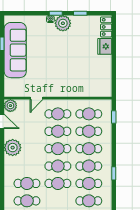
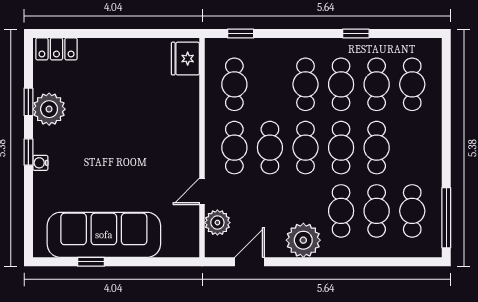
plant: (63, 23) -> (49, 109), moved
fridge: (105, 46) -> (185, 59), moved, turned 90
door: (37, 98) -> (202, 191), swing flipped
plant: (10, 106) -> (217, 223), moved
cafe table: (89, 131) -> (341, 211), moved

